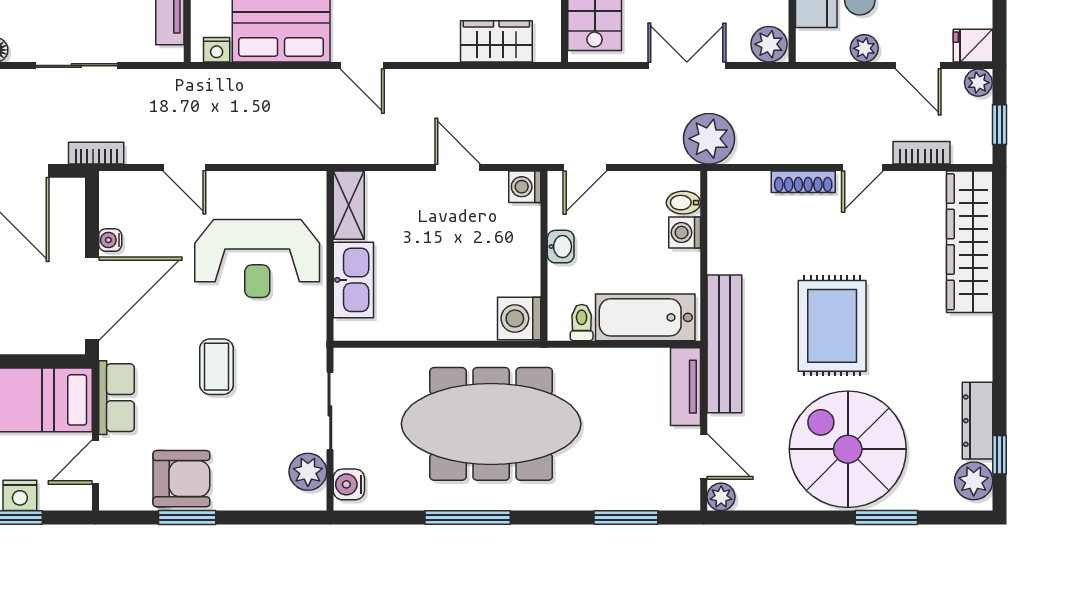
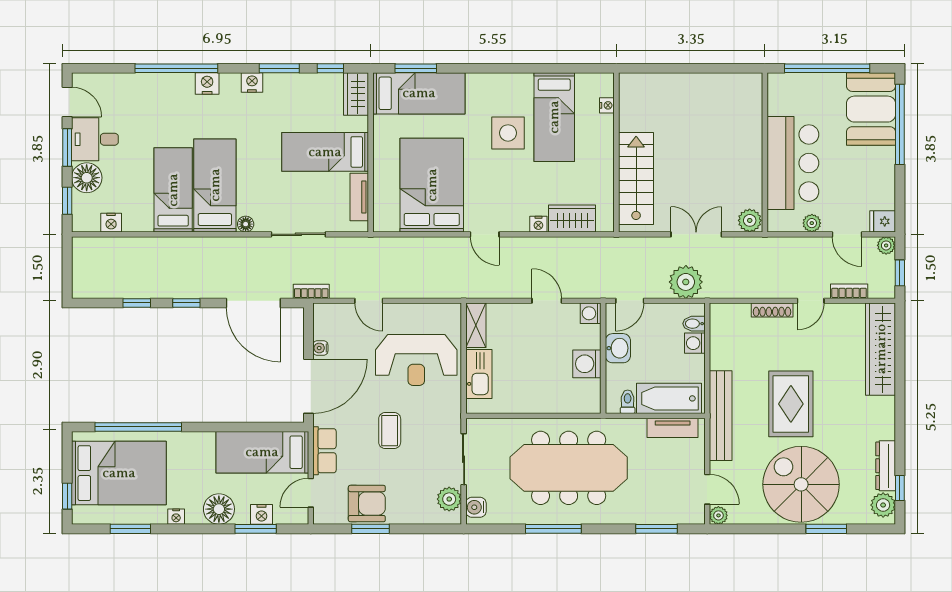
nightstand: (217, 50) -> (538, 224), moved
plant: (709, 139) -> (686, 282), moved
washbasin: (561, 247) -> (618, 348), width x1.38, depth x1.45
washing machine: (519, 318) -> (587, 364), moved
tv unit: (685, 387) -> (673, 428), moved, turned -90

